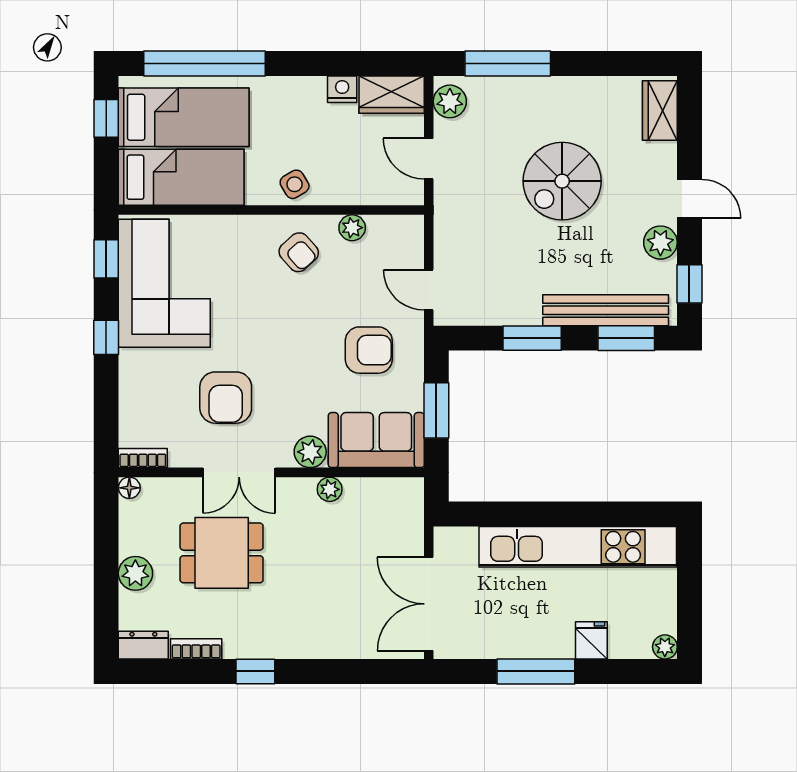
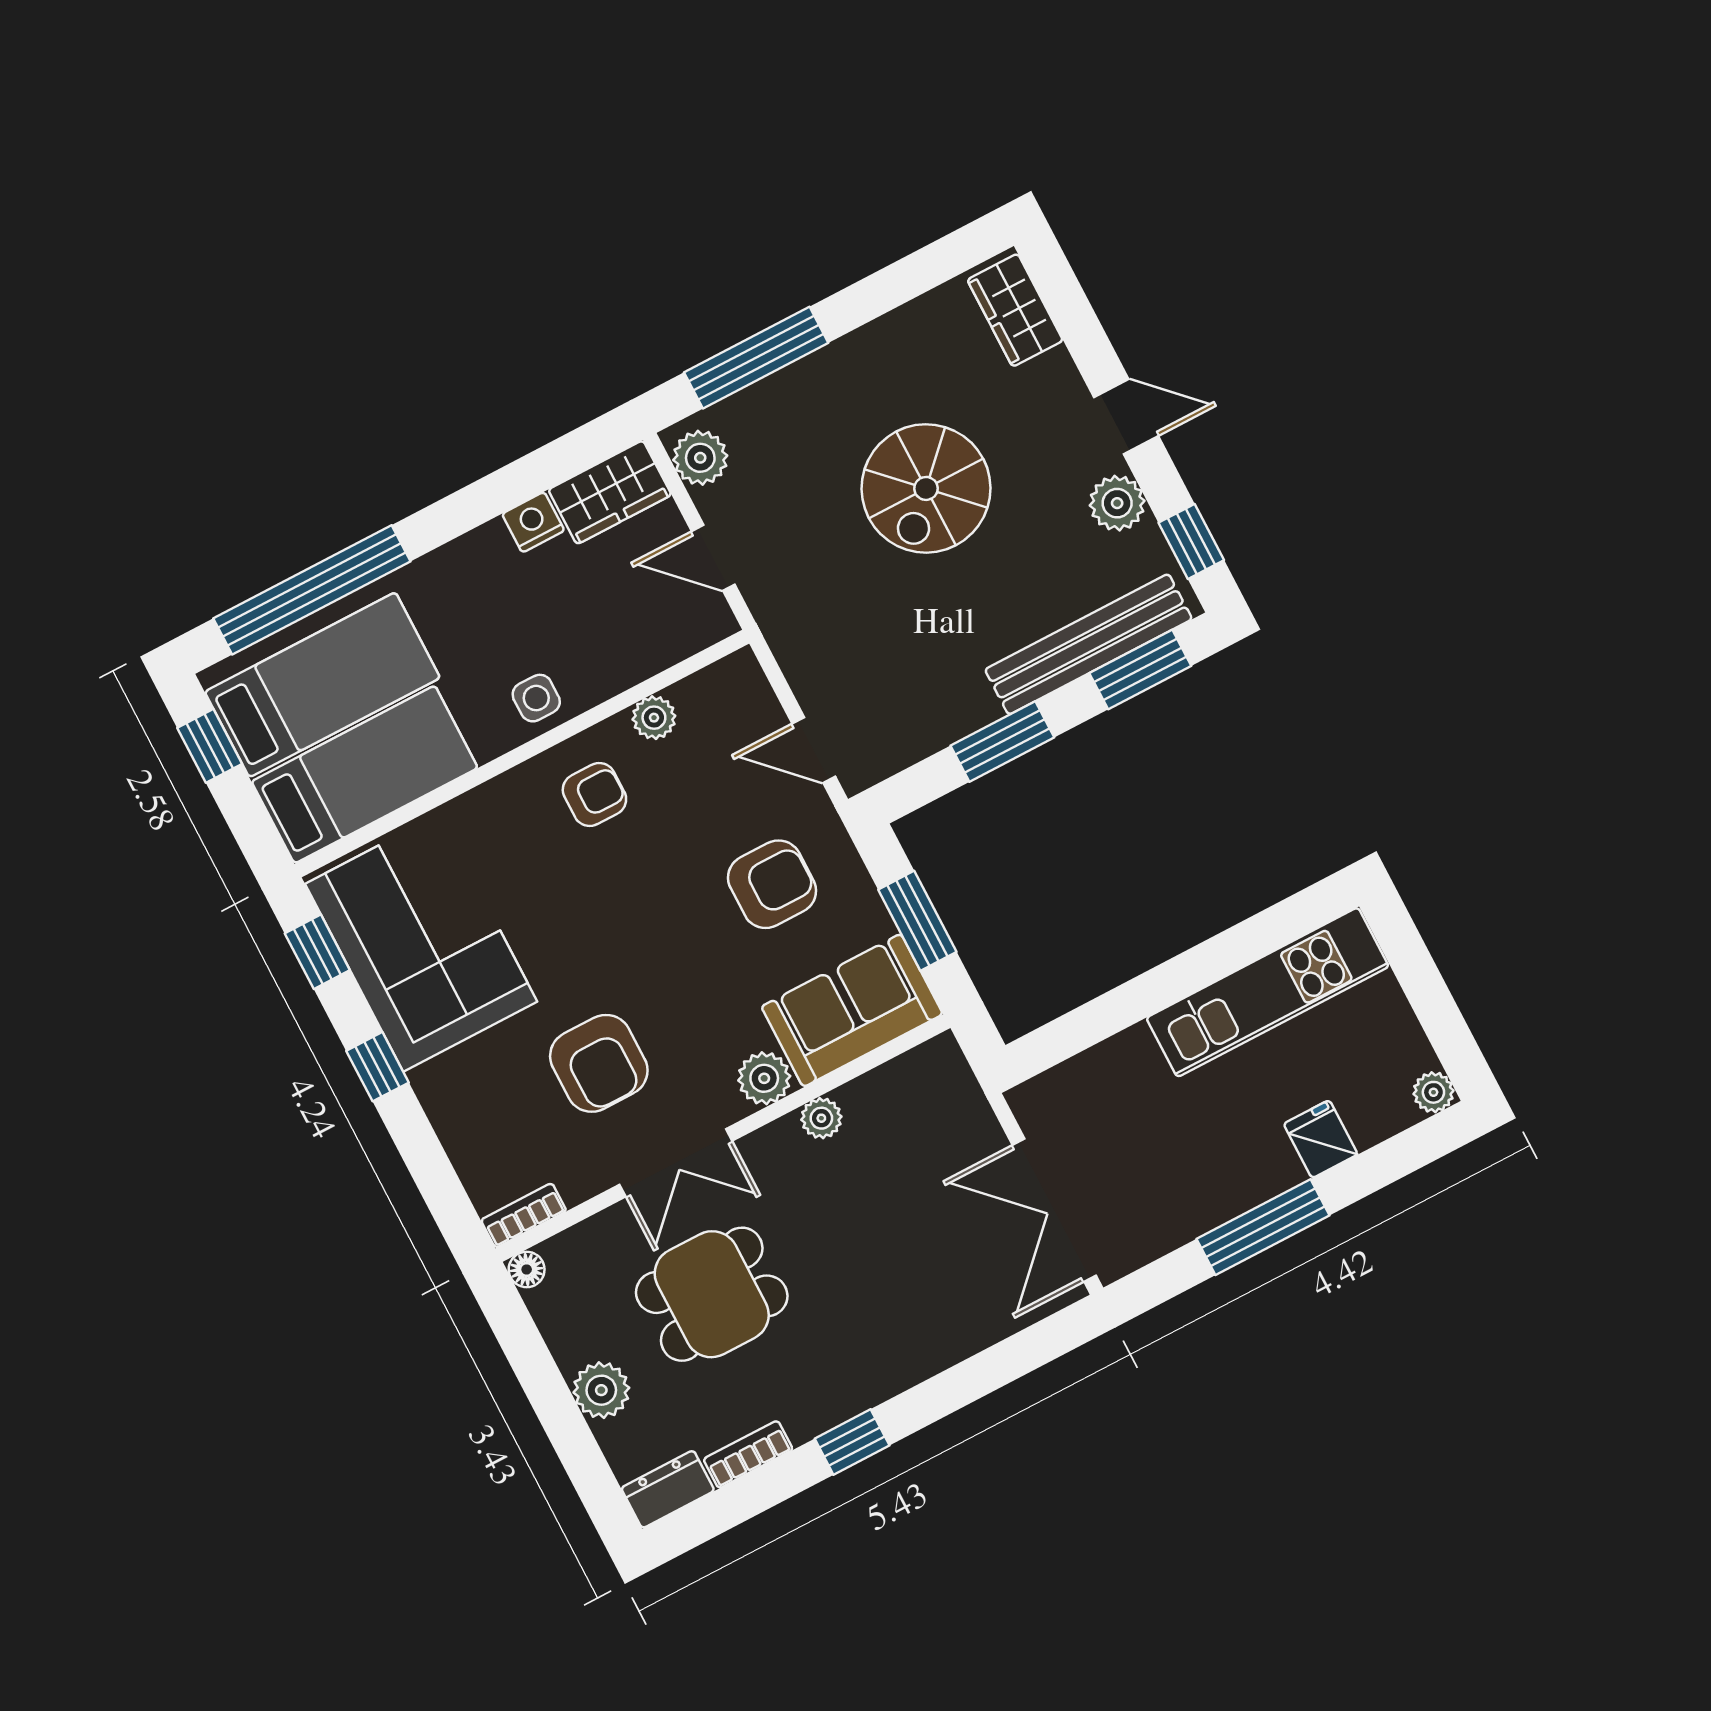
side table: (295, 184) -> (536, 698), turned 31
armchair: (299, 252) -> (594, 795), turned -48
kitchen unit: (578, 547) -> (1268, 992), width x0.73

